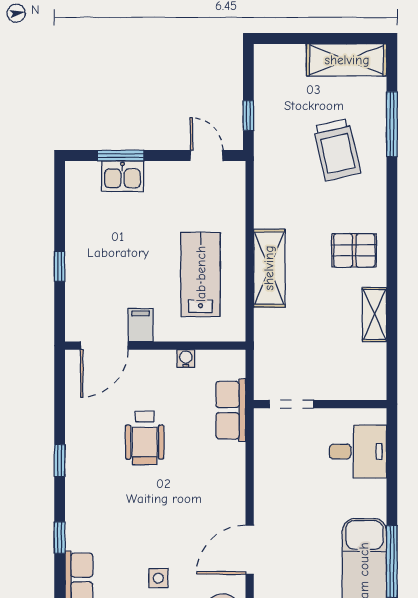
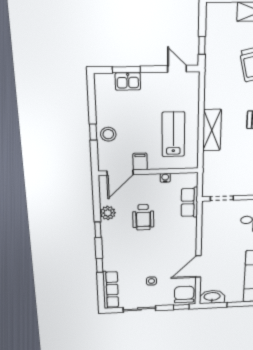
stool: (86, 271) -> (108, 134), added
plant: (79, 426) -> (108, 213), added

